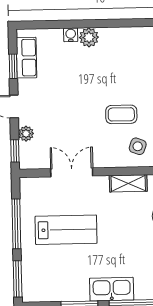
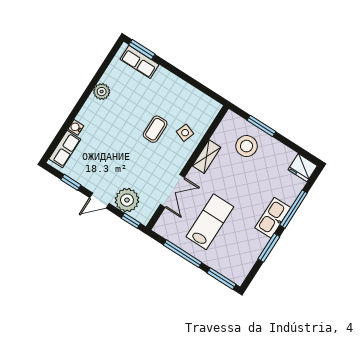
plant: (89, 37) -> (102, 92), moved
row of seats: (26, 58) -> (65, 149), moved, turned 90
plant: (26, 134) -> (127, 200), width x1.87, depth x1.87
double door: (72, 172) -> (172, 191), swing flipped

